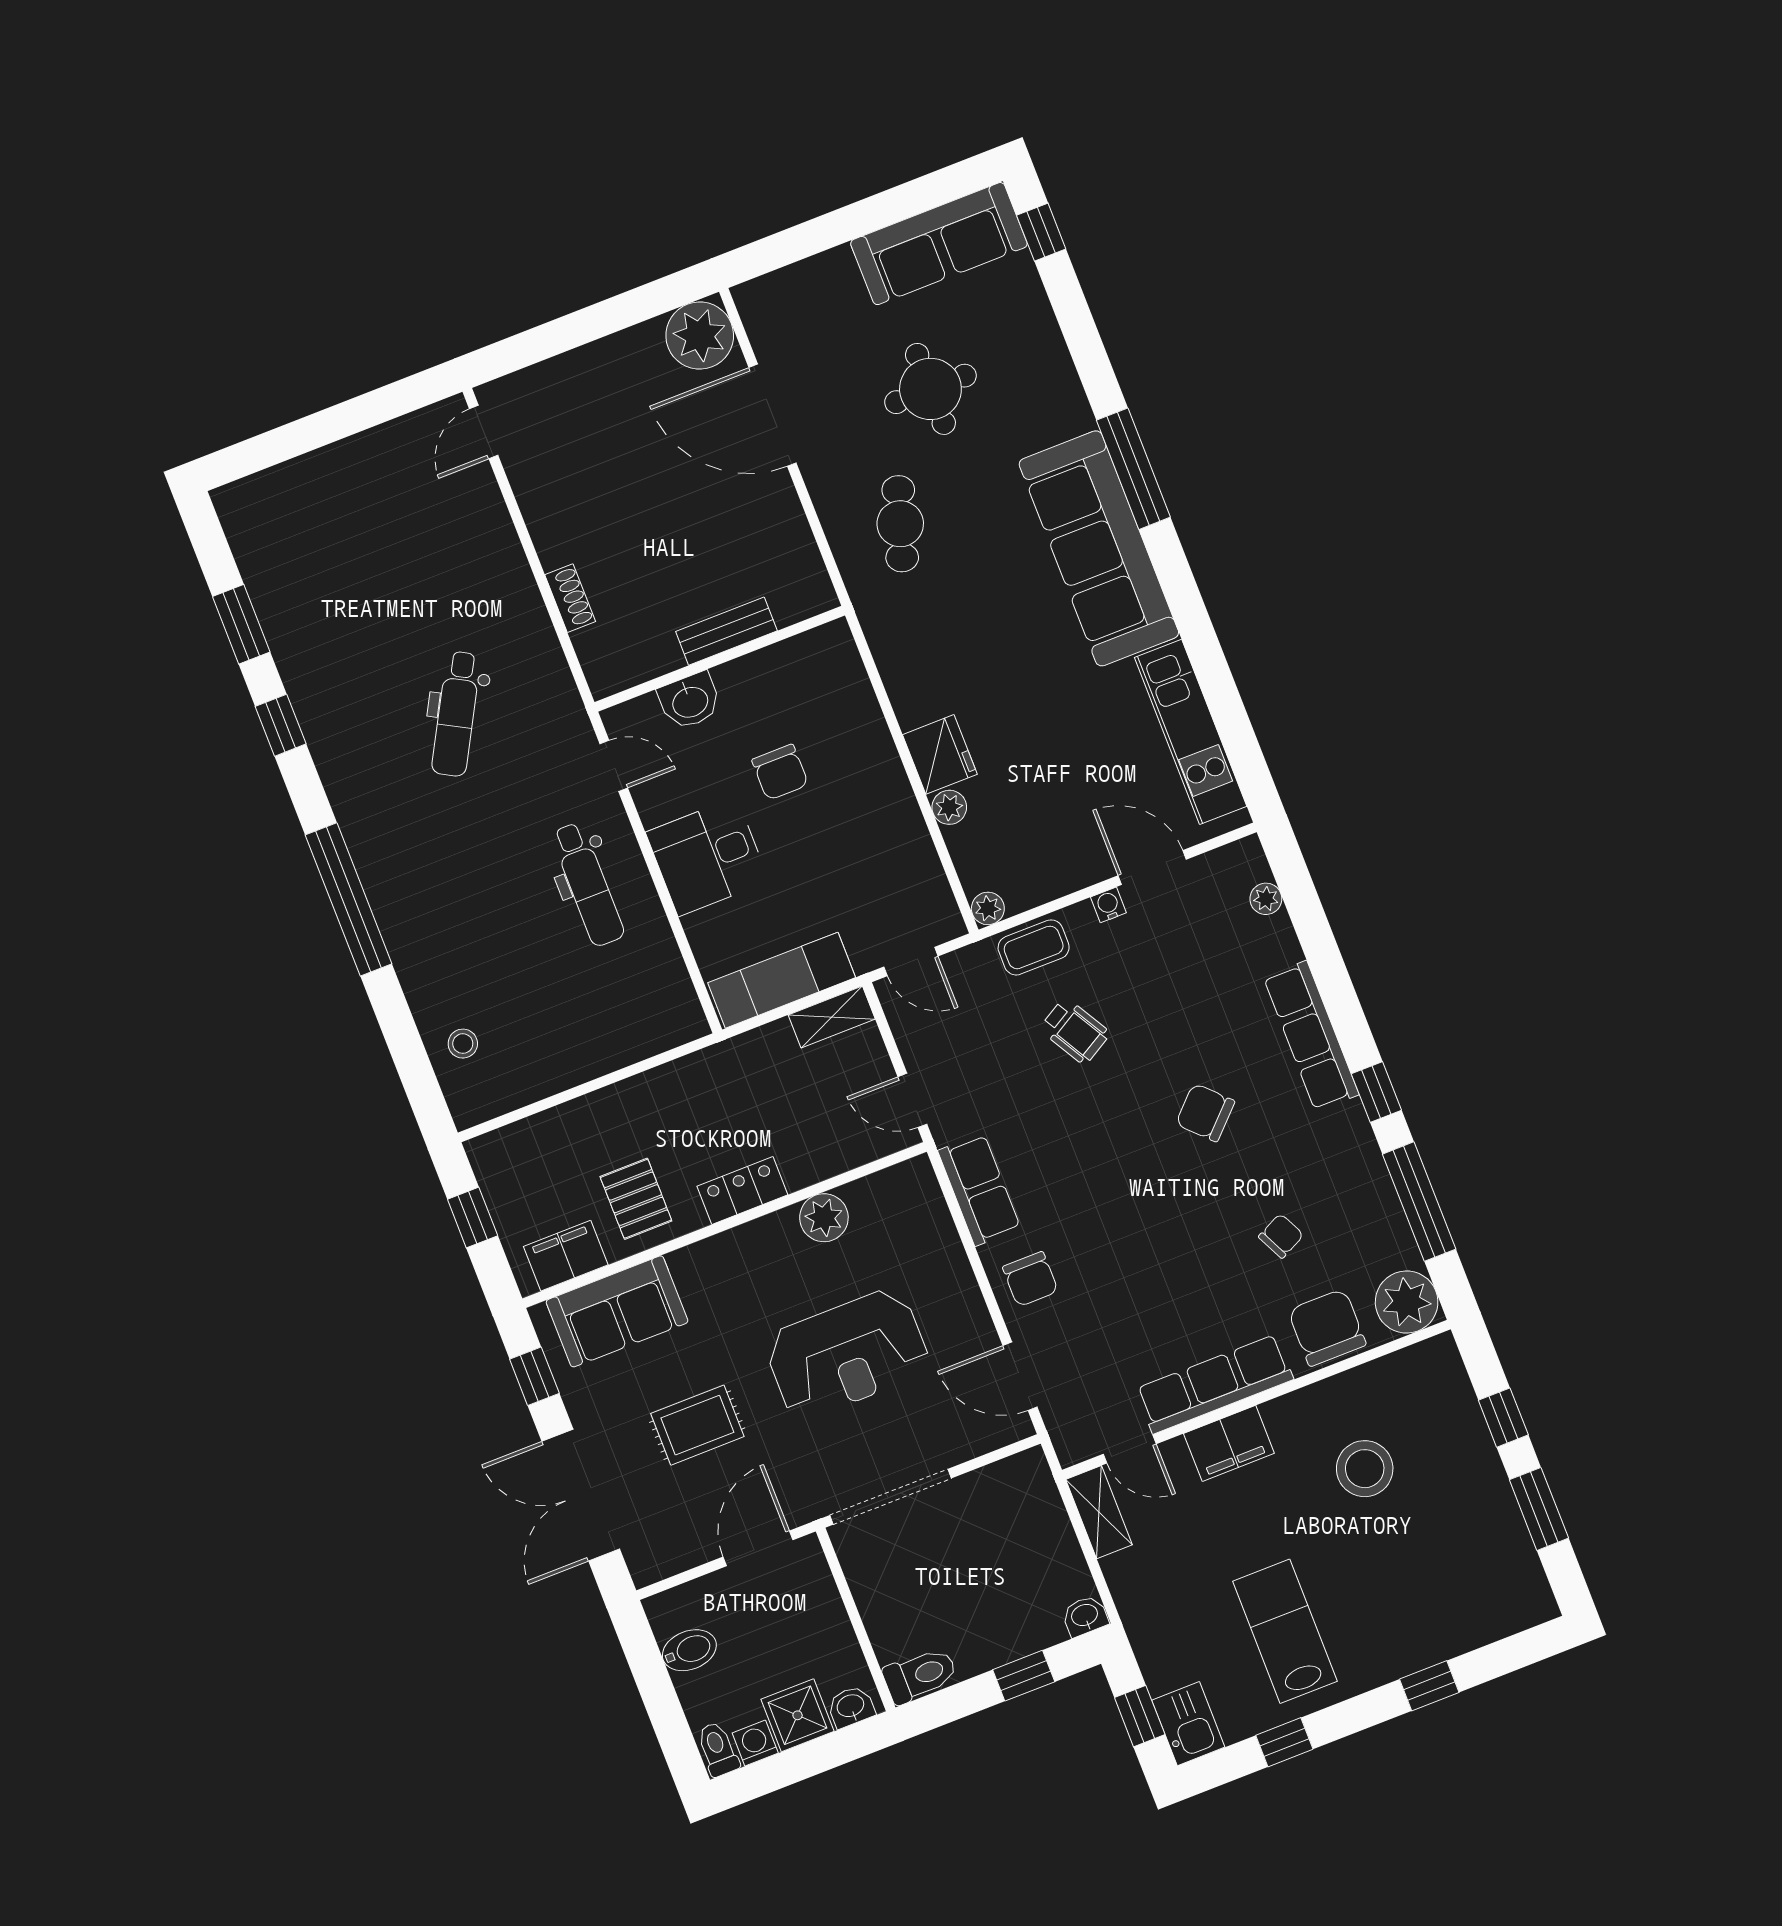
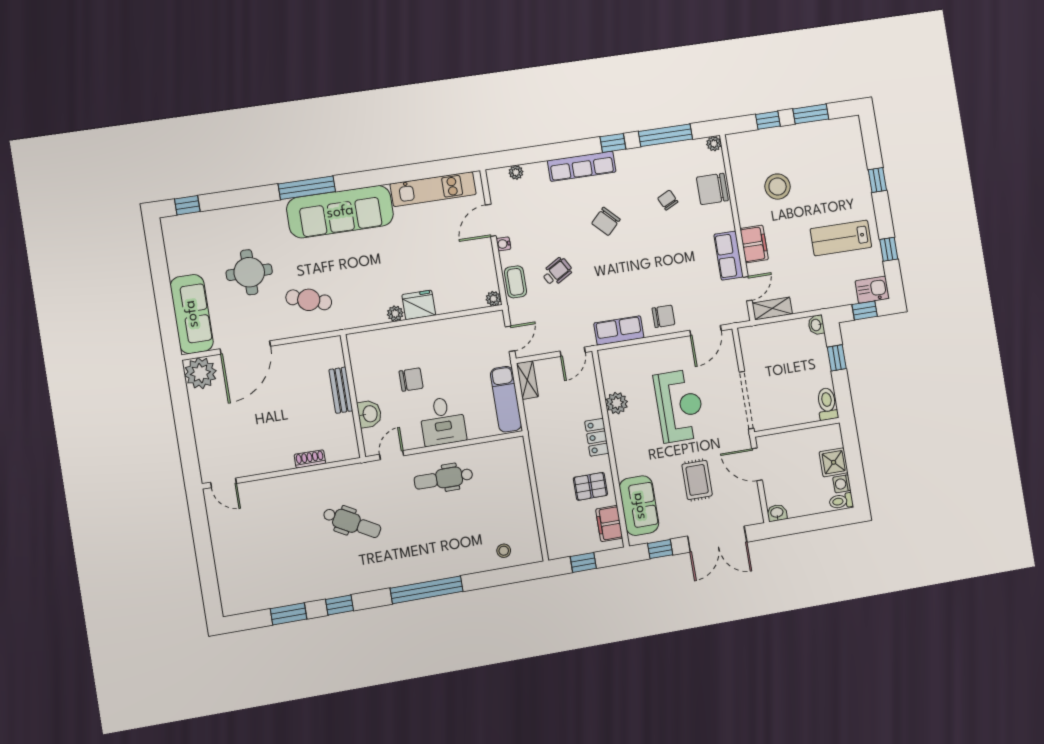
sofa: (939, 244) -> (192, 314), moved
plant: (949, 807) -> (395, 314), moved
dental chair: (588, 884) -> (443, 478), turned 180
plant: (1407, 1302) -> (714, 144), width x0.53, depth x0.53
row of seats: (1214, 1384) -> (729, 256), width x0.68
bidet: (689, 1650) -> (795, 505), removed
washbasin: (851, 1707) -> (777, 513), moved, turned 90

